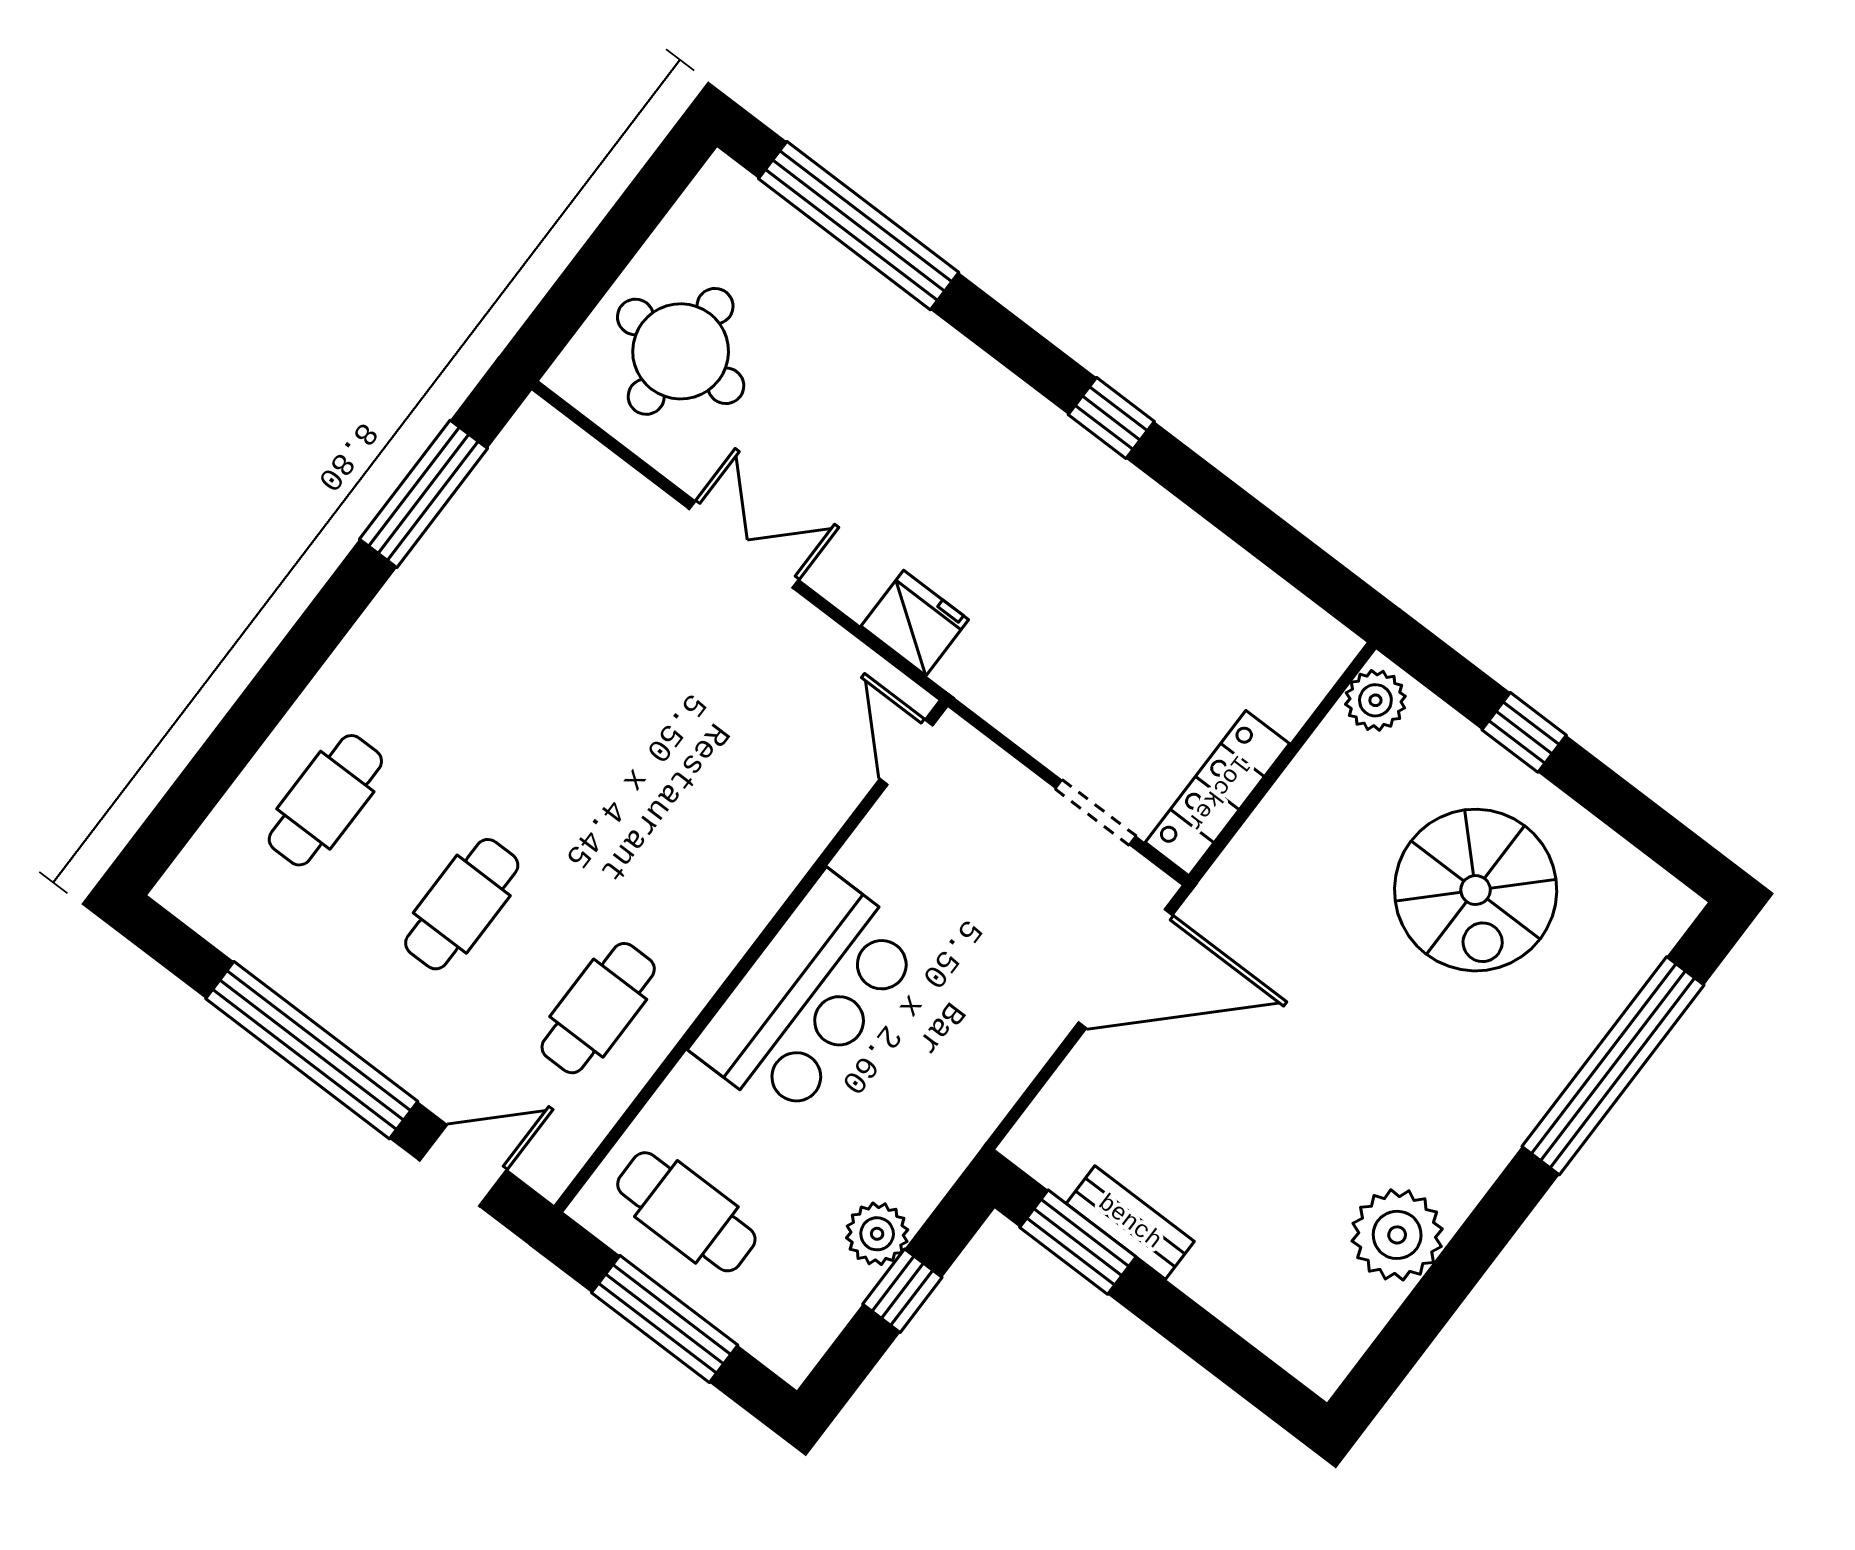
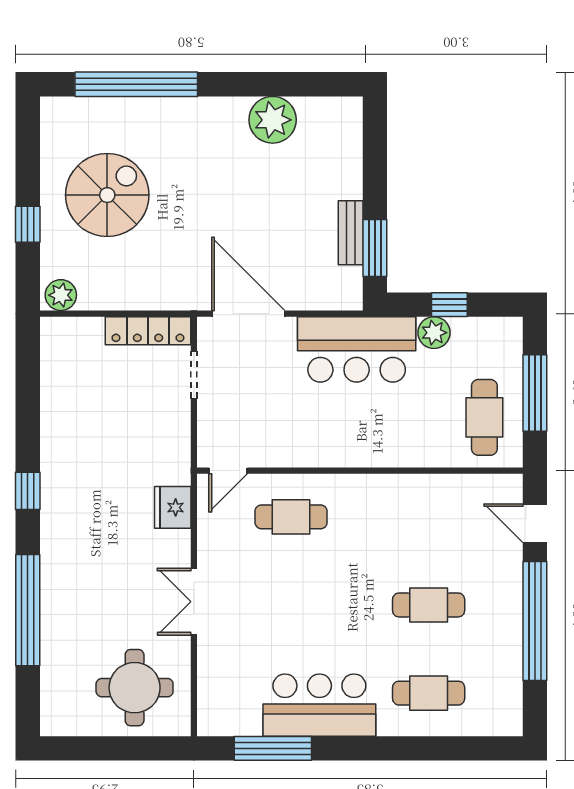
window: (859, 226) -> (28, 610), moved
bar counter: (436, 617) -> (319, 705), added
bar counter: (808, 997) -> (357, 349), moved, turned 180
cafe table: (598, 1008) -> (291, 517), moved

